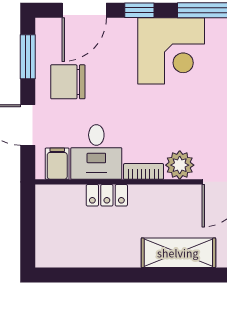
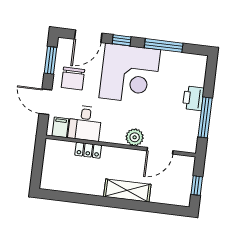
corner desk: (171, 51) -> (130, 74), width x1.36, depth x1.36
chair: (68, 82) -> (73, 78), turned -90
bookcase: (144, 171) -> (112, 138), removed

